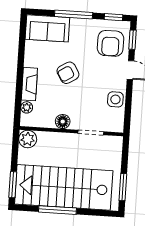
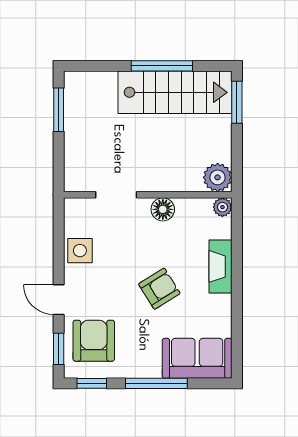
plant: (27, 107) -> (222, 207), moved
stairs: (64, 187) -> (175, 92), width x0.73, depth x0.66

